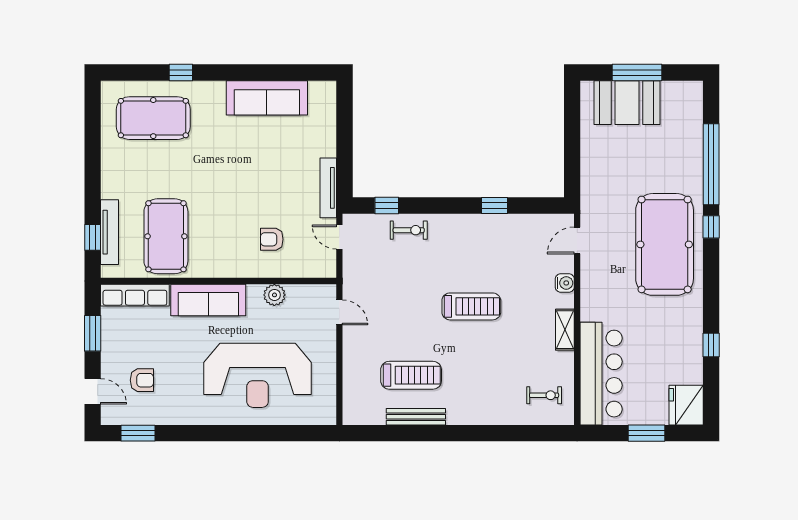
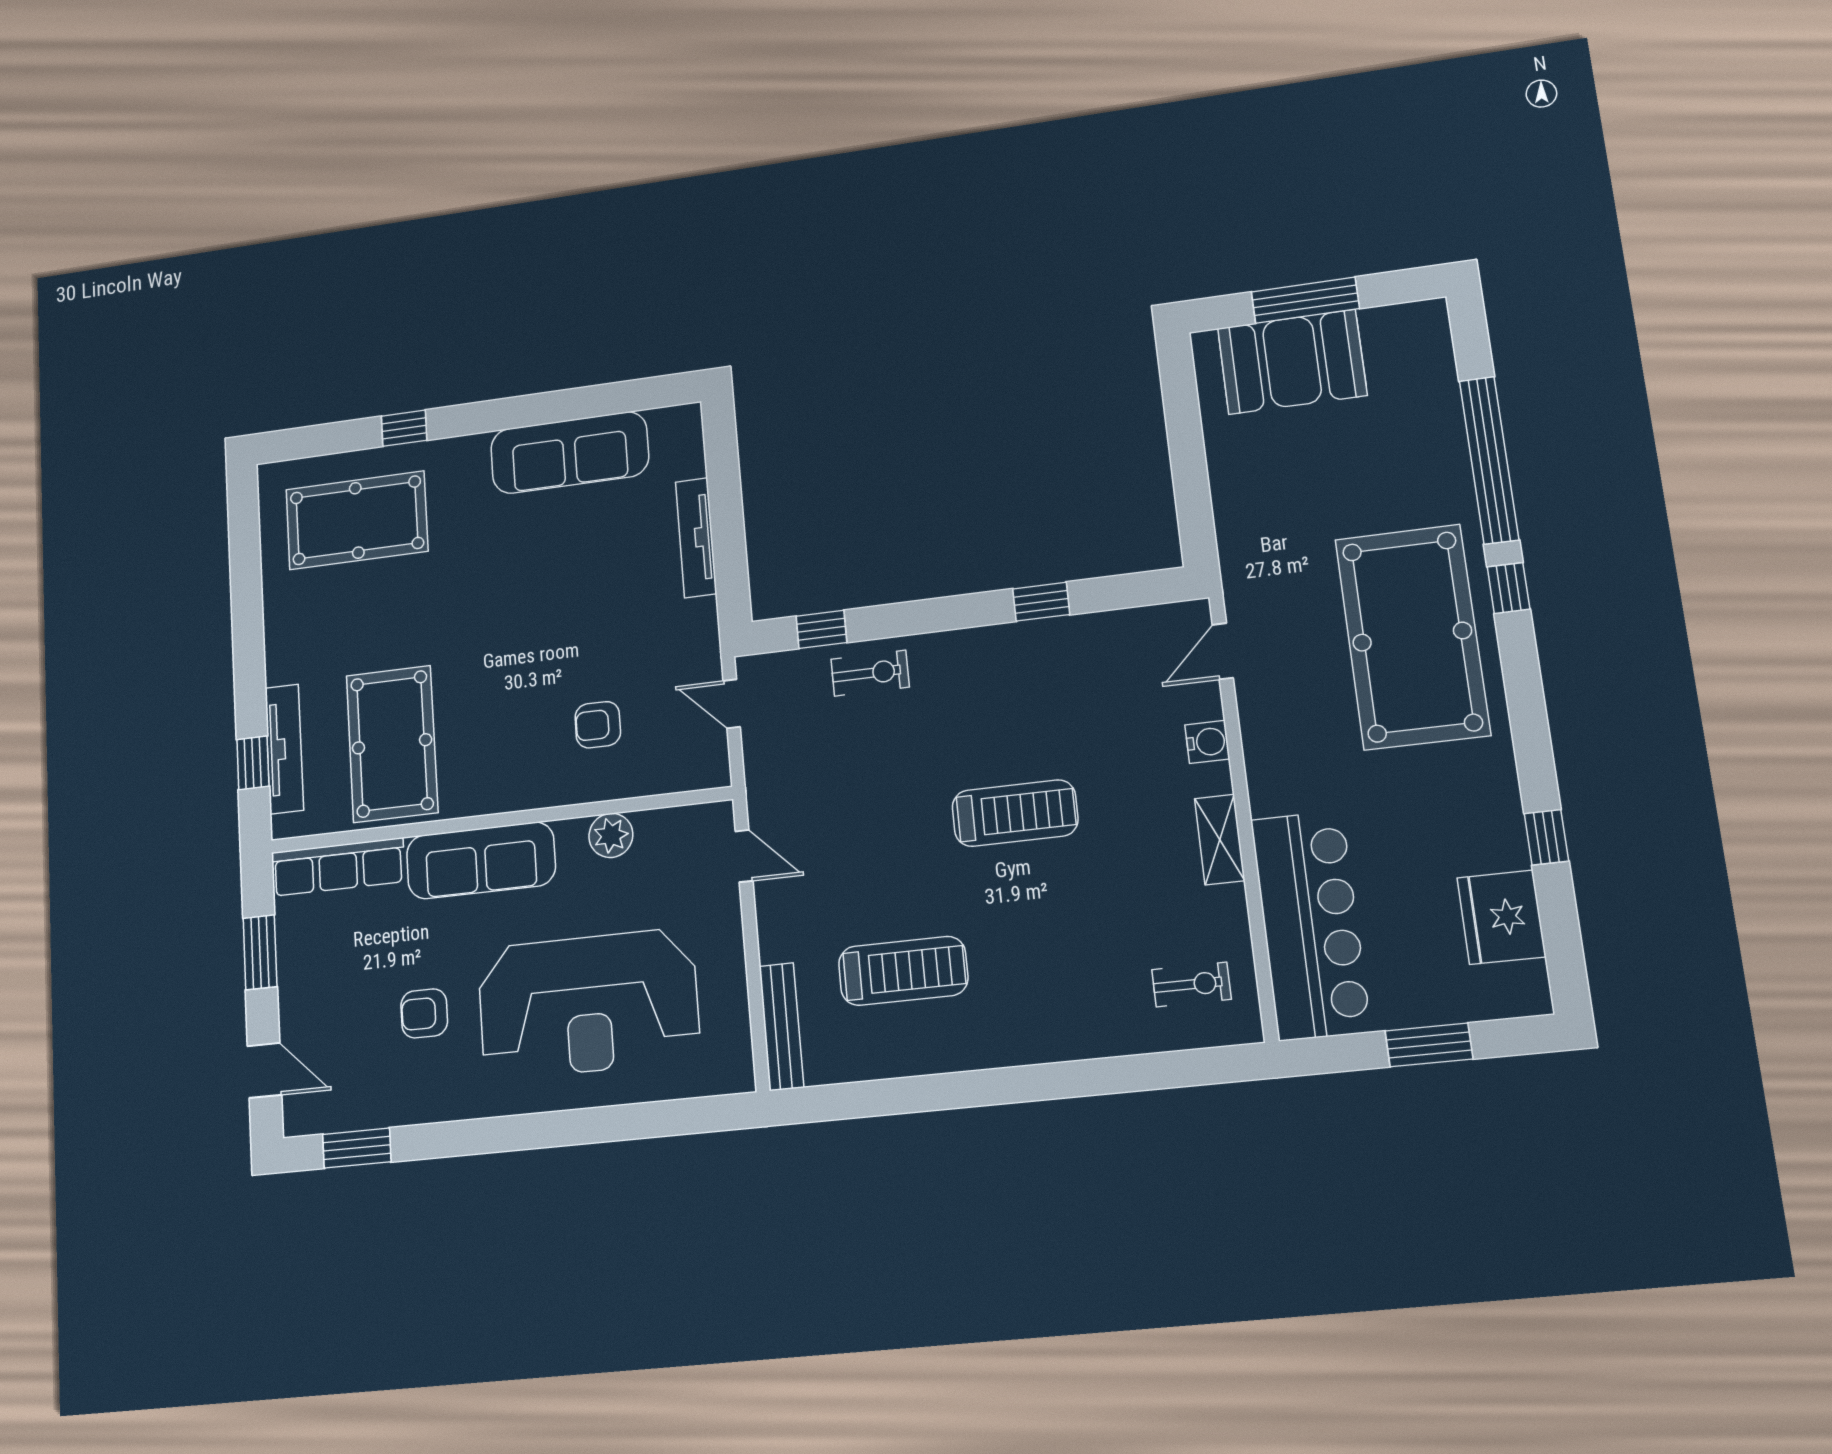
tv unit: (328, 188) -> (696, 538), moved
armchair: (142, 380) -> (424, 1013), moved, turned 180
fridge: (686, 405) -> (1501, 917), moved
bench: (416, 417) -> (781, 1027), moved, turned 90

